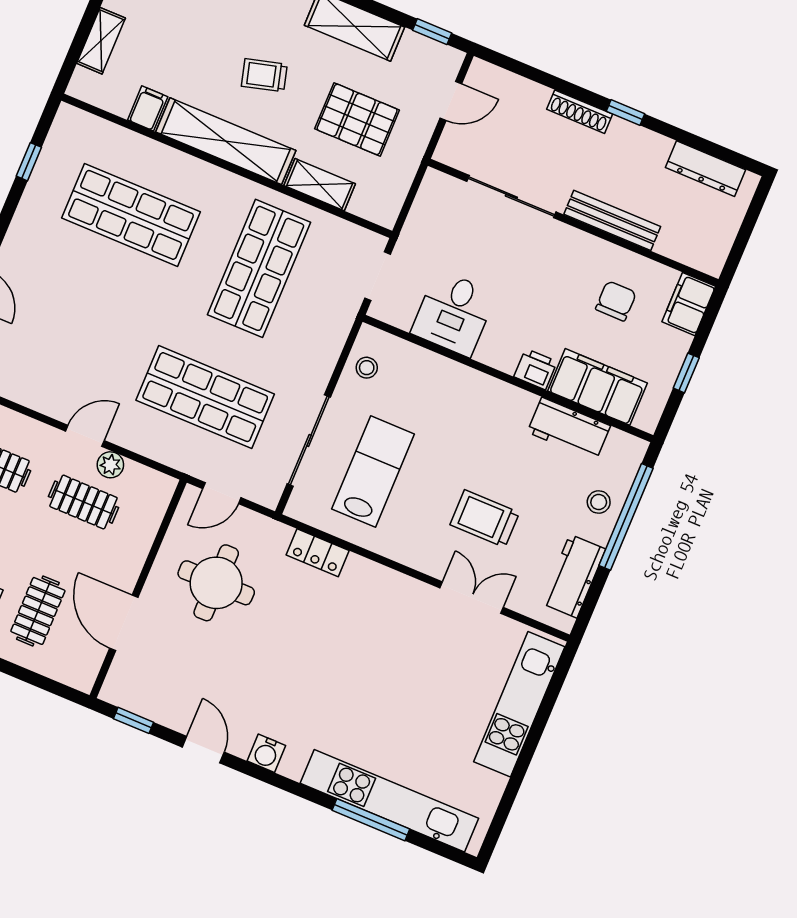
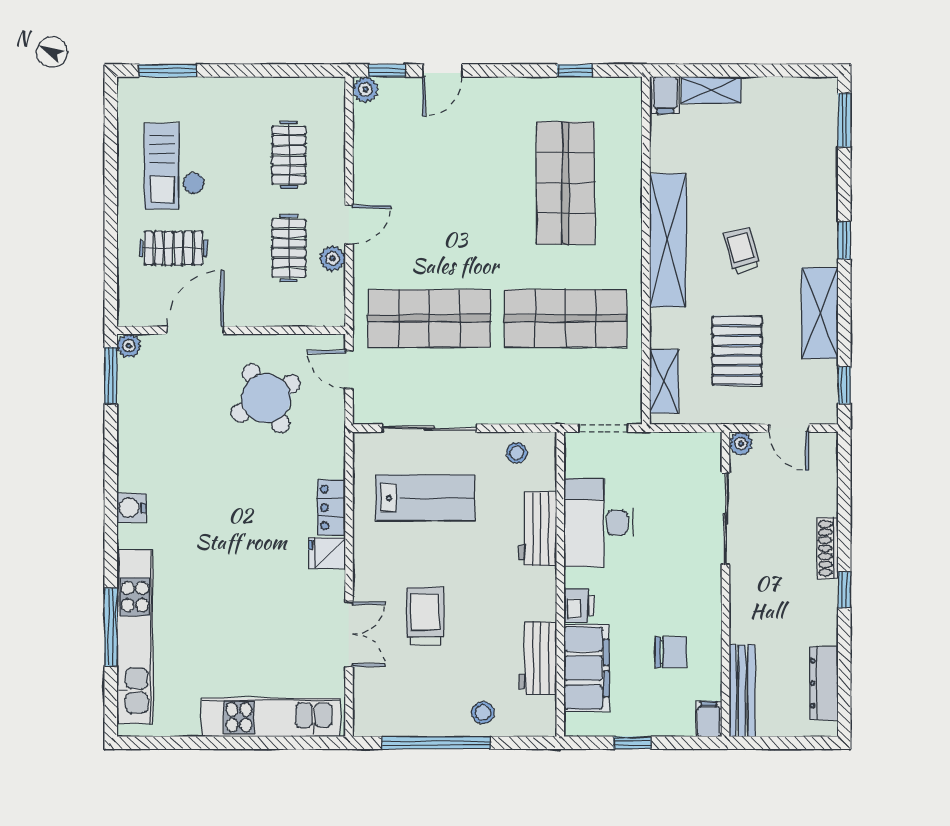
filing cabinet: (148, 108) -> (665, 95), moved, turned 90
plant: (446, 152) -> (741, 444), added
shelving: (320, 185) -> (664, 381), moved
bench: (612, 220) -> (742, 691), moved
filing cabinet: (689, 304) -> (709, 719), width x0.50
desk: (454, 313) -> (599, 523), width x1.37
shop shelf: (205, 397) -> (429, 318), turned 90
door: (85, 436) -> (349, 225), hinge flipped
window: (626, 517) -> (436, 743), moved
locker: (318, 553) -> (331, 507), moved
workbench: (573, 576) -> (538, 529), moved, turned -90
round table: (216, 583) -> (266, 398), turned -30
fridge: (386, 587) -> (327, 553), added
plant: (112, 692) -> (129, 346), added
window: (134, 720) -> (111, 376), width x1.50
door: (203, 750) -> (111, 450), removed

